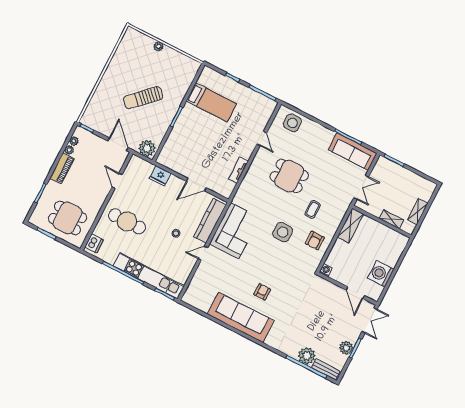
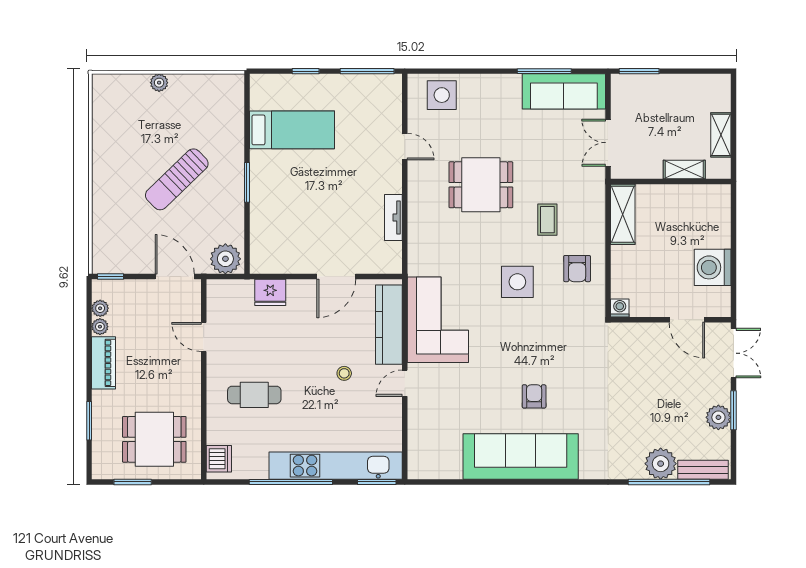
double door: (361, 187) -> (608, 143), swing flipped
cafe table: (127, 221) -> (254, 395), width x0.73, depth x0.74

